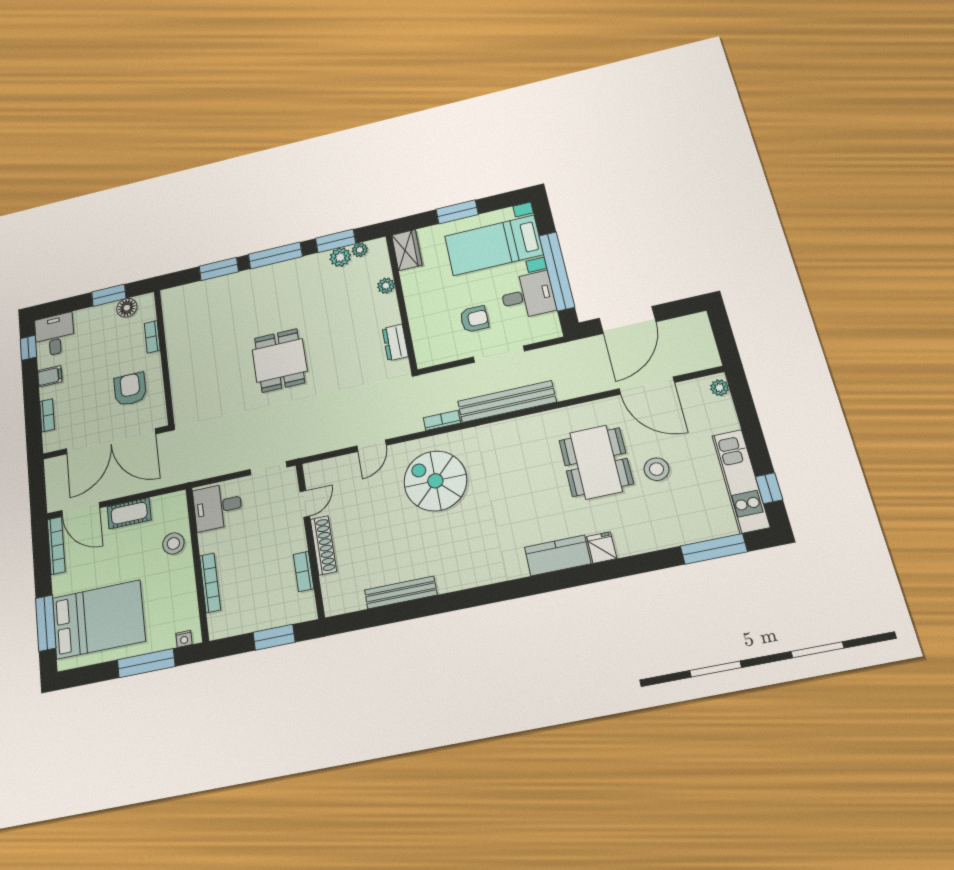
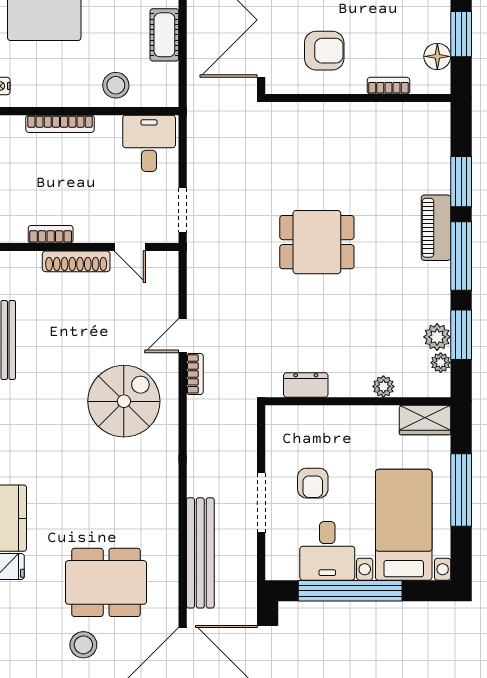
window: (457, 212) -> (461, 490), width x1.44
piano: (256, 278) -> (436, 228), added
bench: (507, 402) -> (200, 553), moved
bookcase: (442, 420) -> (195, 374), moved
door: (372, 446) -> (183, 336), hinge flipped

